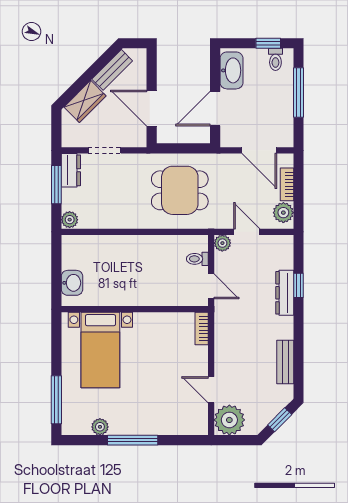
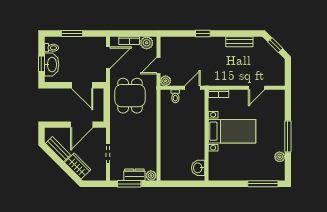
window: (268, 43) -> (41, 64), moved
washbasin: (231, 70) -> (52, 65), moved, turned 90
window: (298, 92) -> (72, 33), width x0.69
dresser: (71, 170) -> (134, 175), moved
dining table: (180, 190) -> (130, 96), moved
washbasin: (72, 283) -> (198, 168), moved, turned -90
window: (298, 285) -> (203, 33), moved
dresser: (285, 293) -> (196, 42), removed
bed with nightstands: (100, 350) -> (232, 131), moved
plant: (229, 420) -> (275, 76), removed

